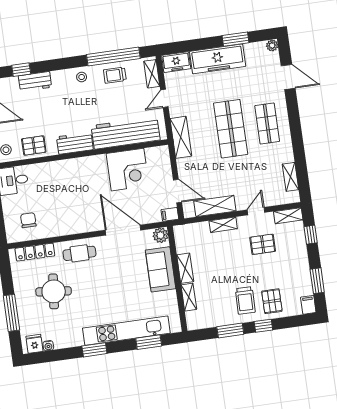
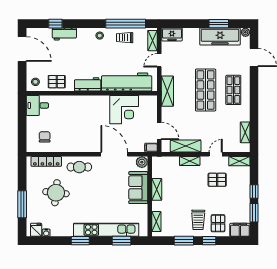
freezer: (218, 59) -> (220, 36), moved
window: (311, 235) -> (254, 192), moved
shelving: (189, 297) -> (156, 222), moved
filing cabinet: (308, 305) -> (240, 230), width x2.00

